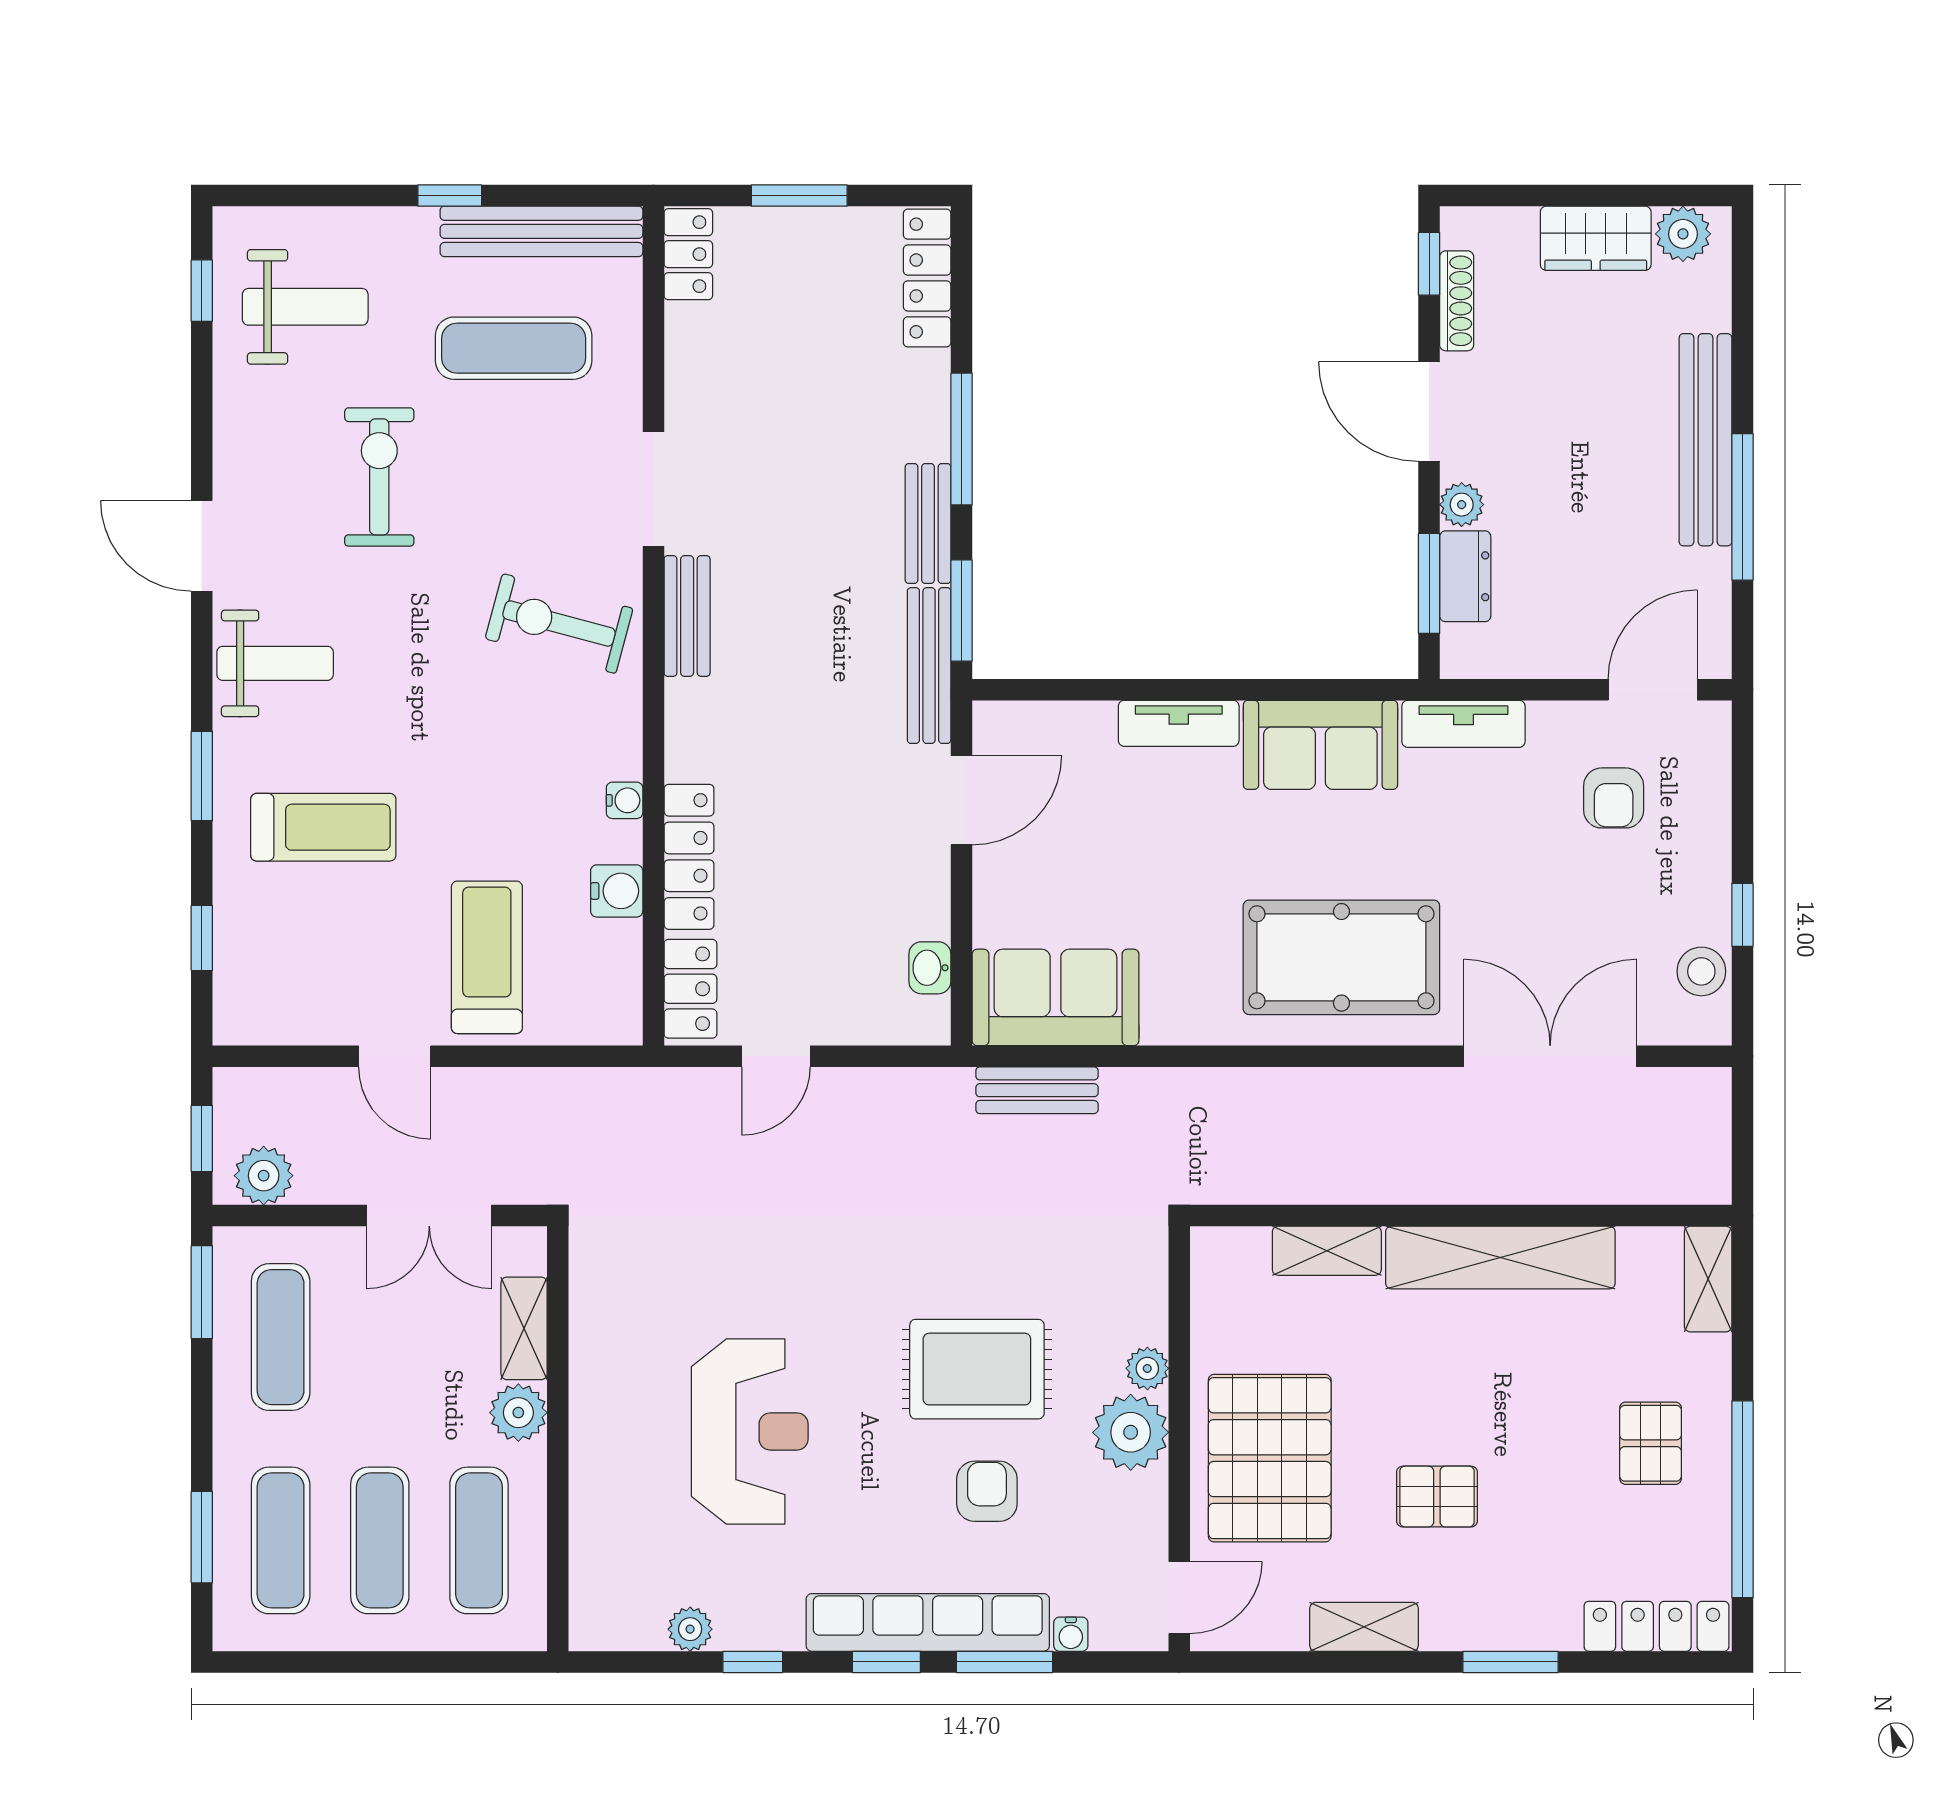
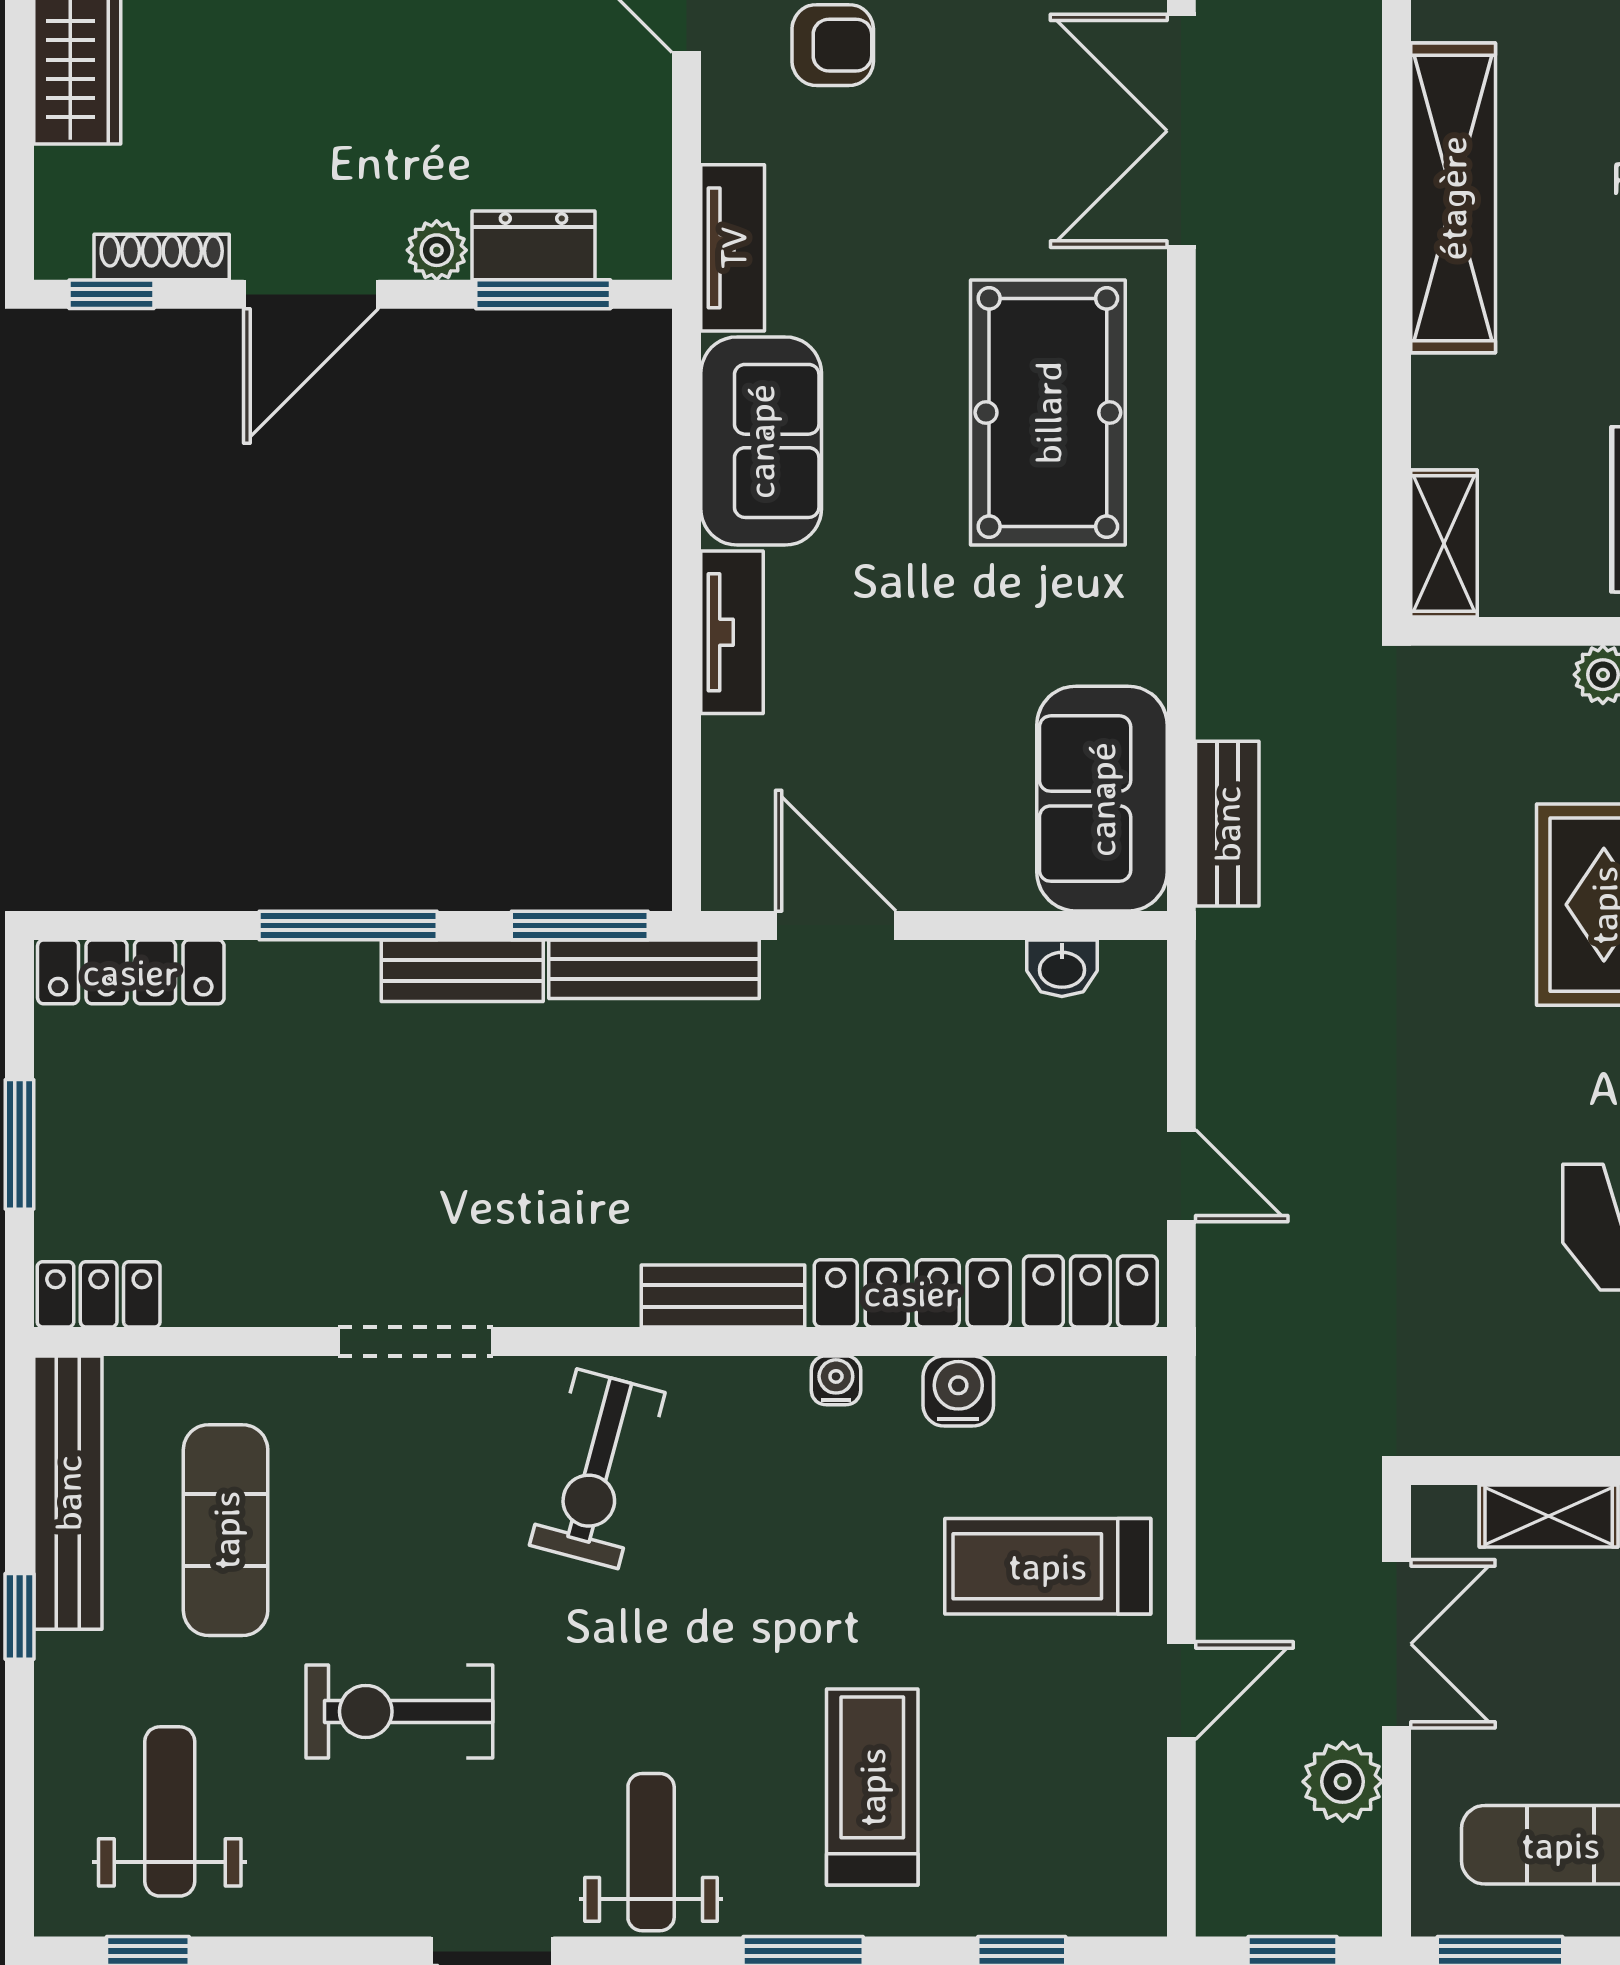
bench: (687, 616) -> (723, 1296), moved
plant: (264, 1176) -> (1343, 1782), moved
shelving: (1327, 1251) -> (1444, 543), moved

